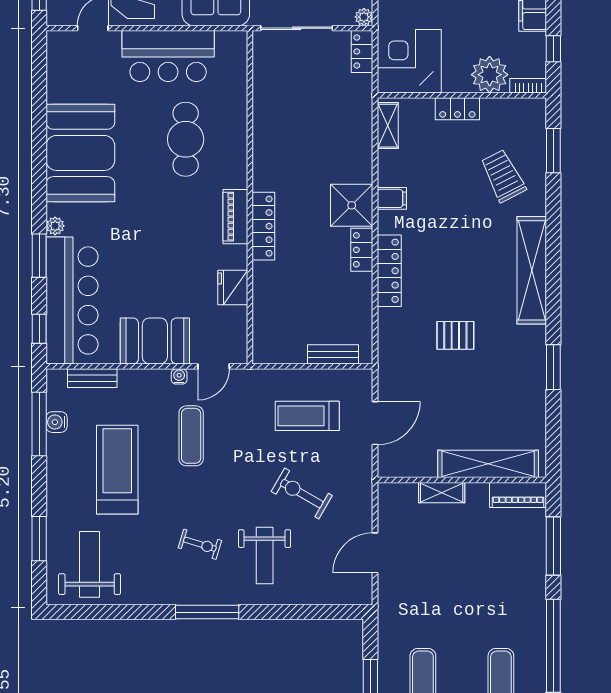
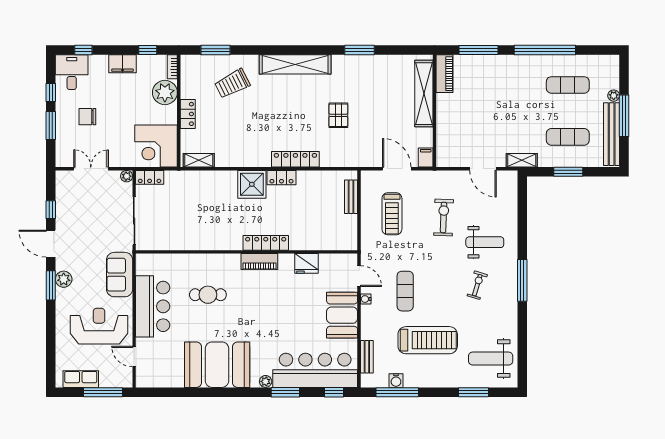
cafe table: (186, 139) -> (208, 295), width x0.73, depth x0.74
filing cabinet: (392, 198) -> (426, 157), moved
exercise mat: (191, 436) -> (405, 291), turned 90
treadmill: (117, 470) -> (428, 340), turned 180
shelving: (442, 493) -> (522, 160), moved, turned 90
exercise bike: (302, 494) -> (444, 217), turned 152

